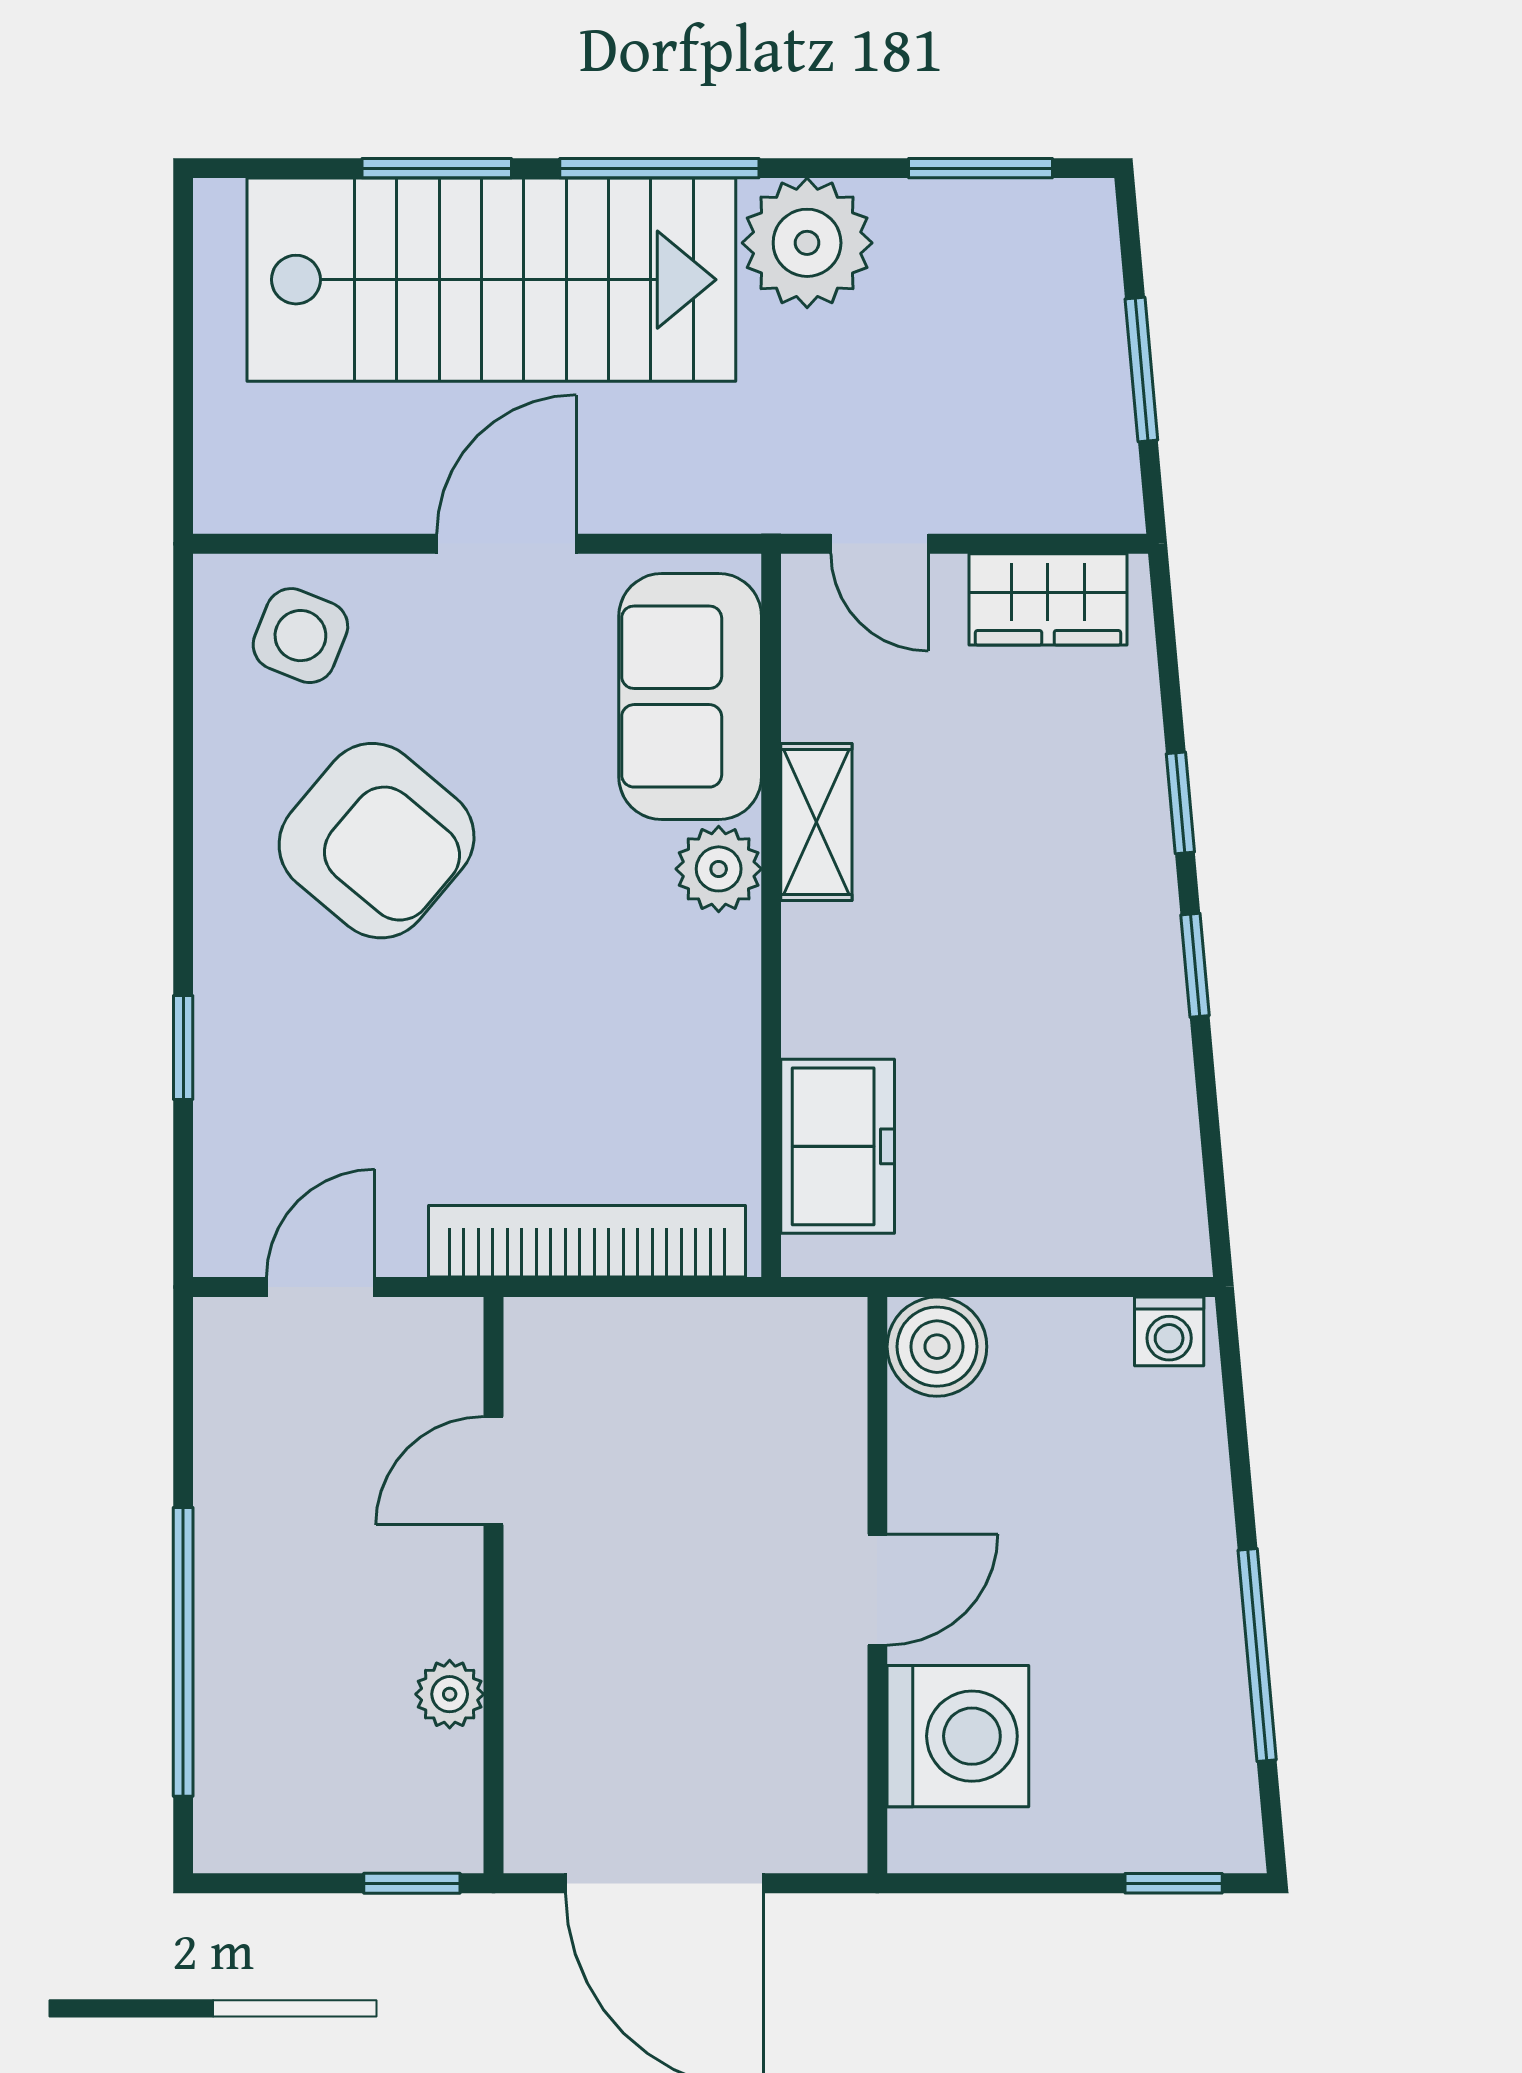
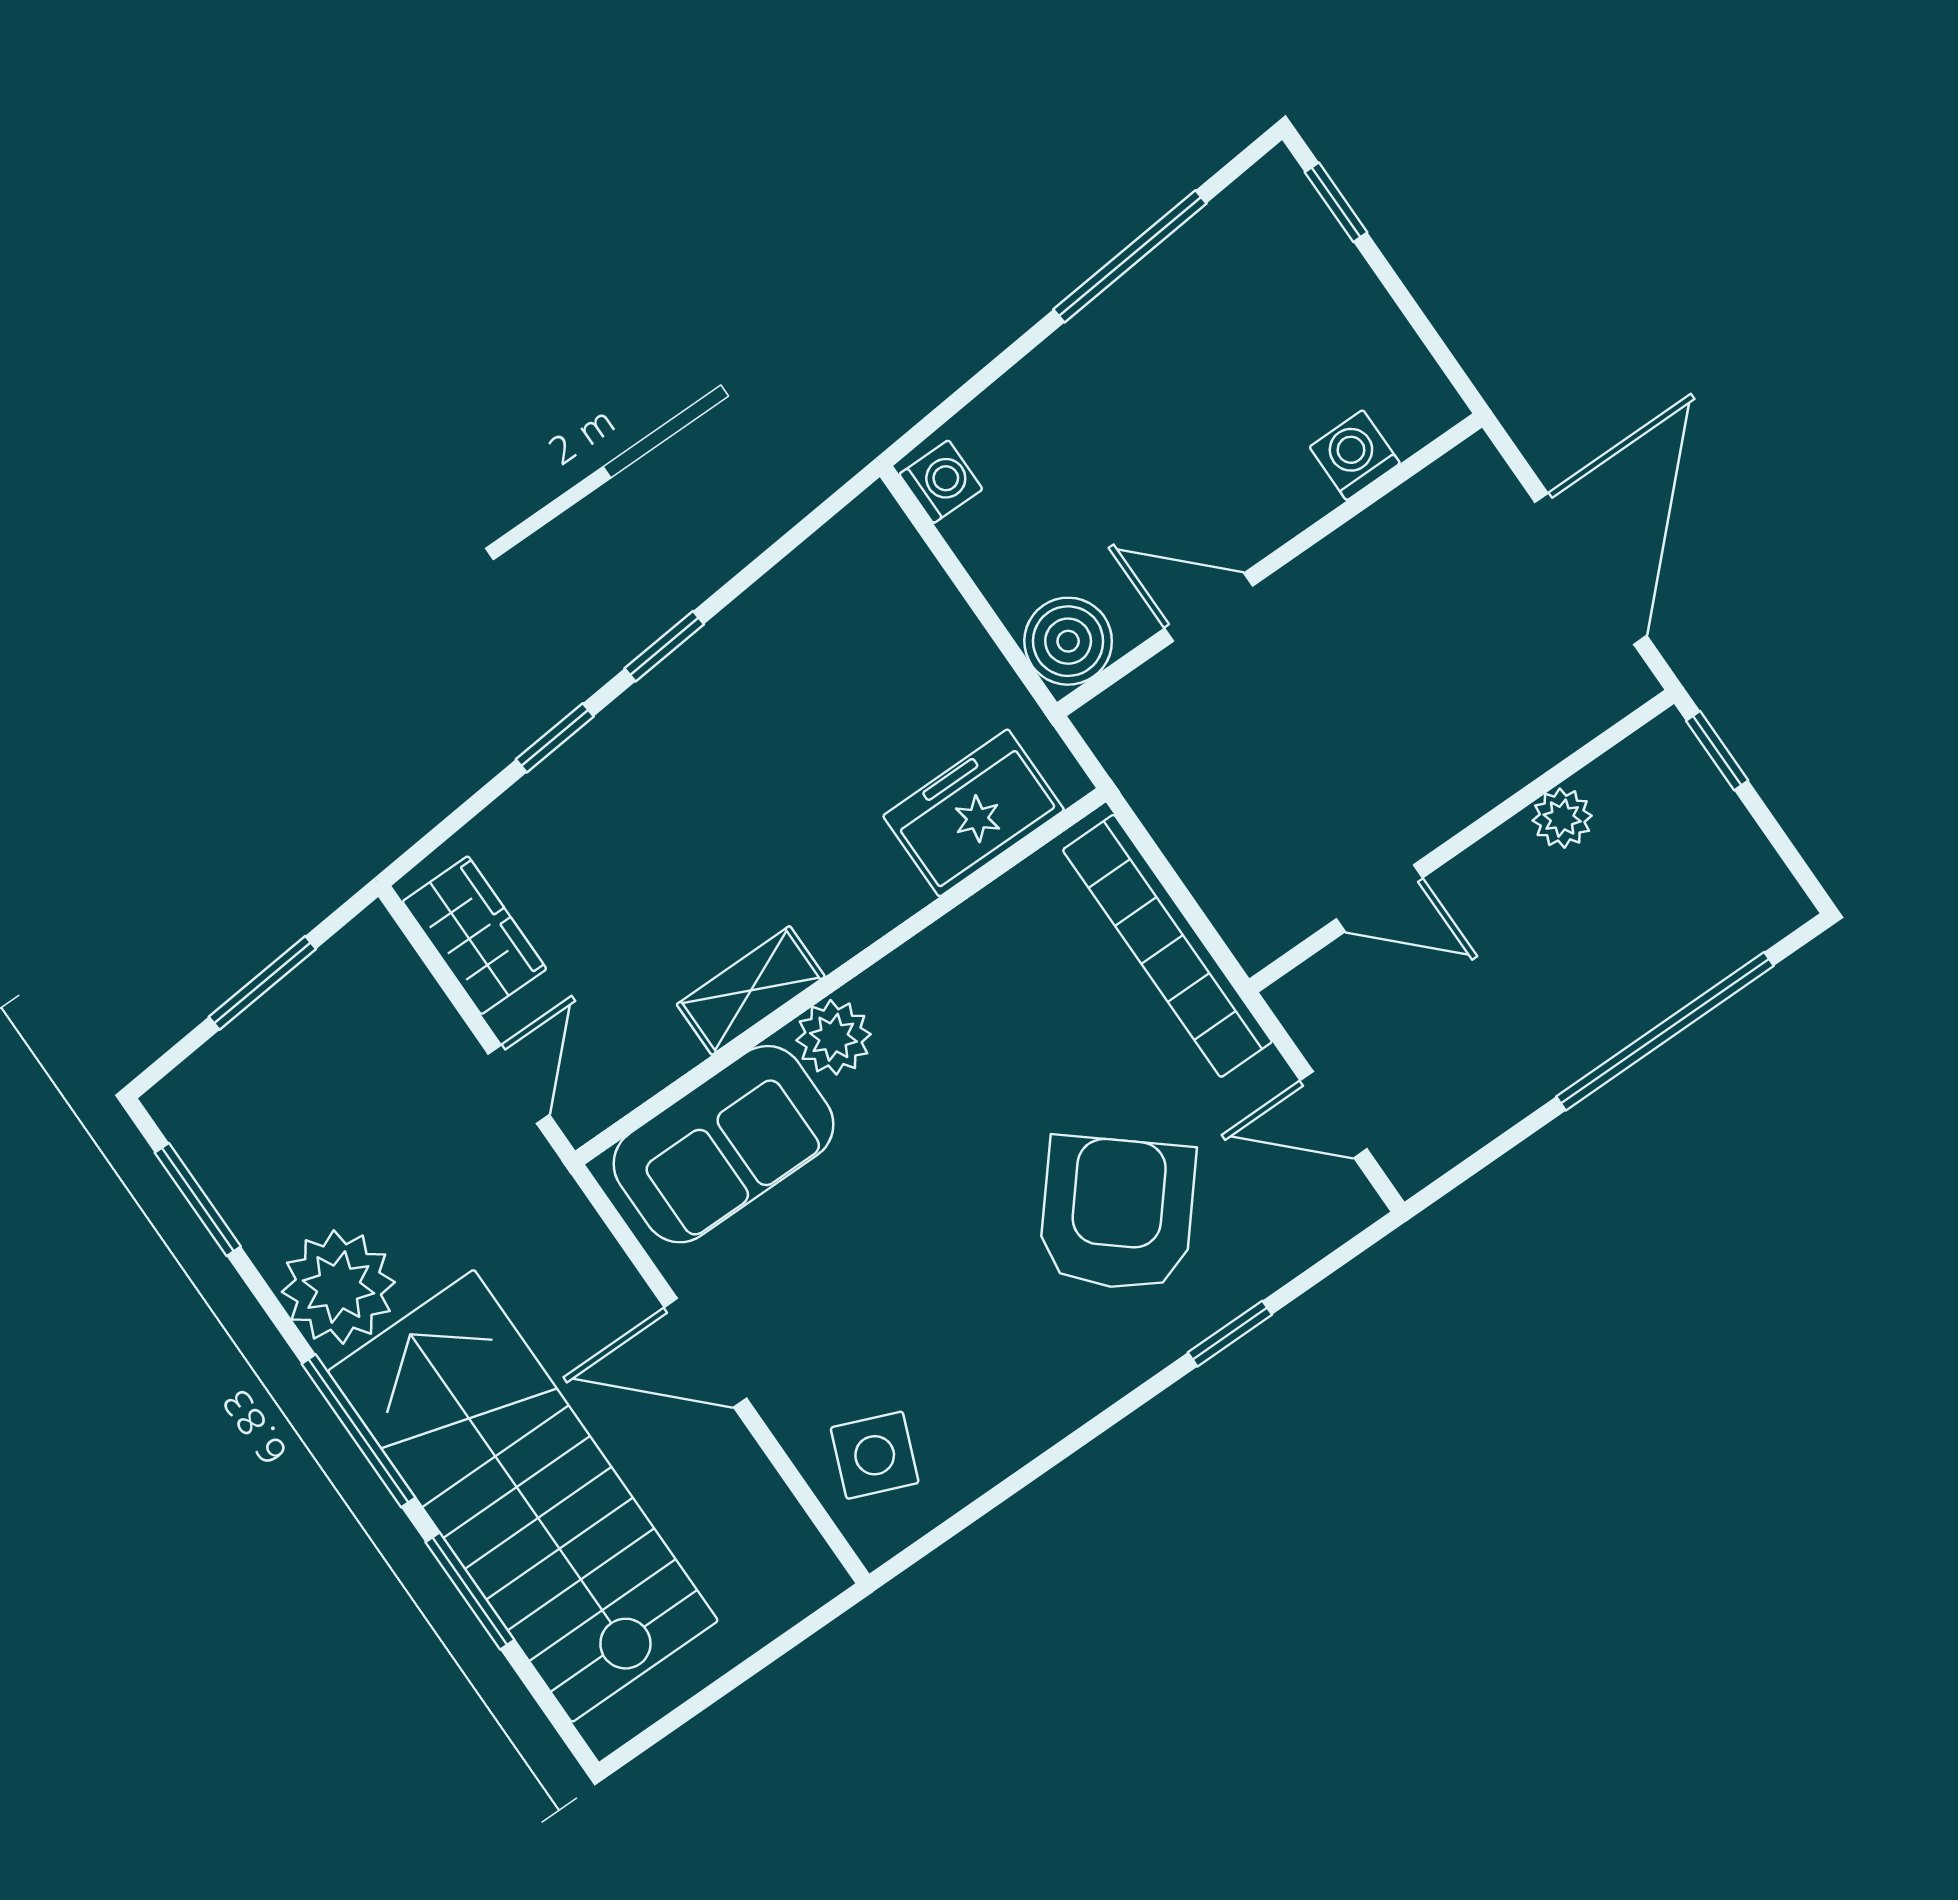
armchair: (377, 841) -> (1117, 1214), moved
door: (877, 1590) -> (1209, 607), moved
washing machine: (958, 1736) -> (1355, 455), width x0.53, depth x0.53

